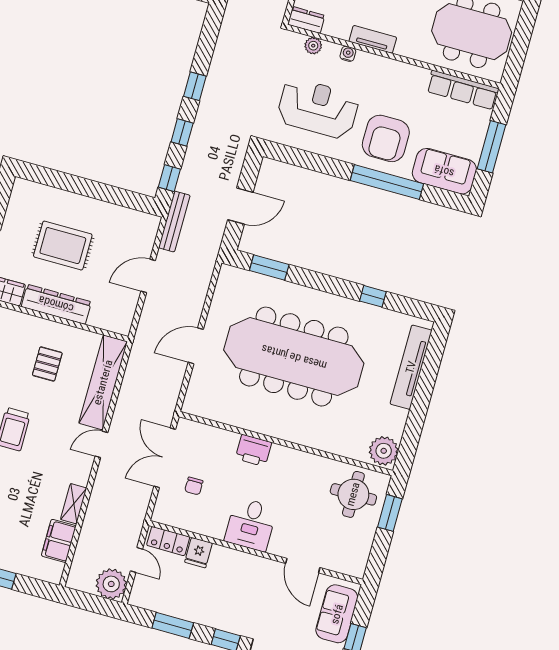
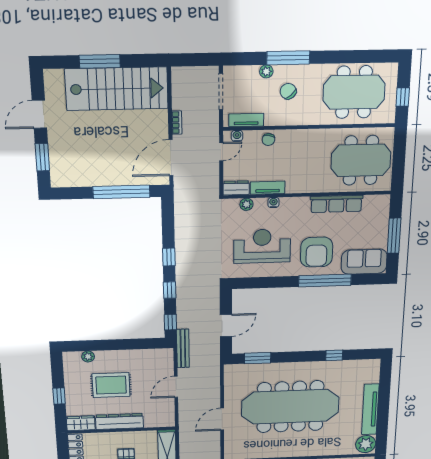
tv unit: (373, 39) -> (268, 188), moved
row of seats: (463, 90) -> (336, 204), moved
plant: (47, 194) -> (88, 357), added
tv unit: (411, 367) -> (370, 409), moved

